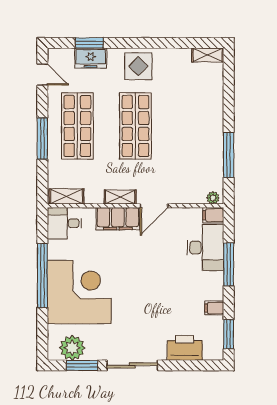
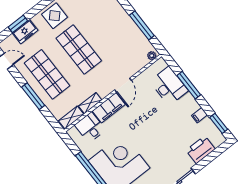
shelving: (120, 197) -> (90, 103), moved
filing cabinet: (213, 215) -> (159, 65), removed
desk: (64, 223) -> (90, 127), moved, turned 90

